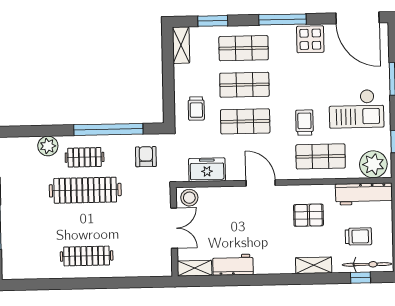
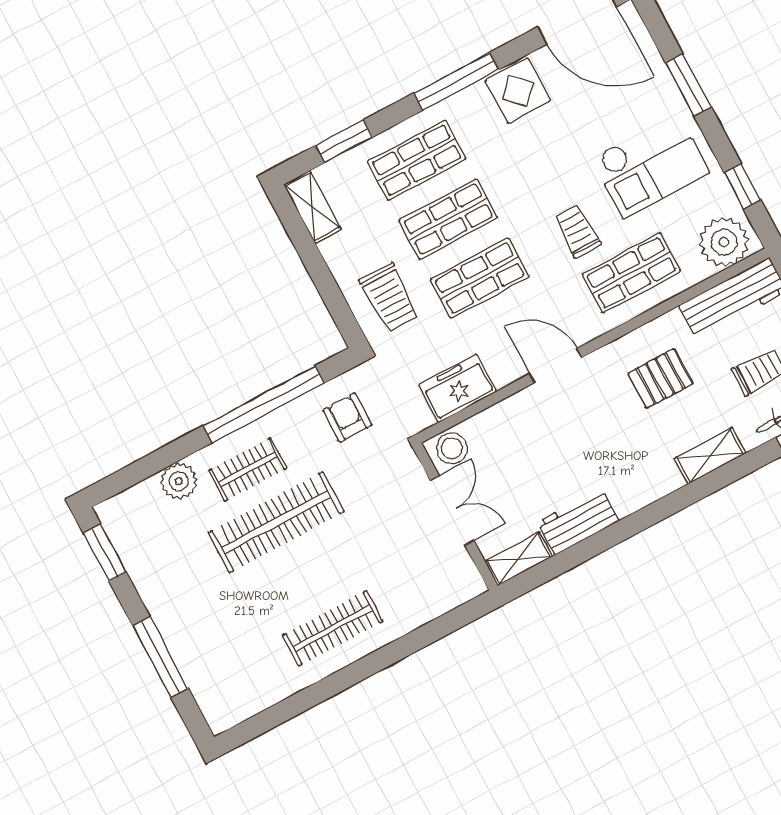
trolley: (196, 108) -> (389, 297), width x1.36, depth x1.39

